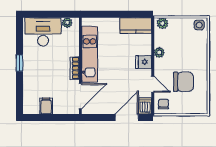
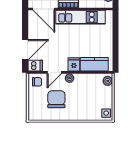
kitchen counter: (136, 26) -> (94, 64), moved, turned 90
plant: (159, 53) -> (70, 78), moved
chair: (183, 82) -> (56, 99), turned 180
door: (127, 117) -> (25, 50), hinge flipped

